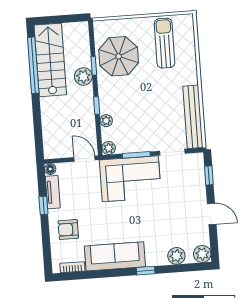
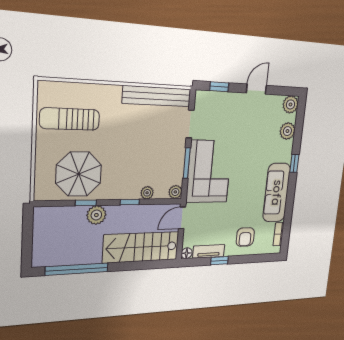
stairs: (50, 60) -> (141, 247), moved

